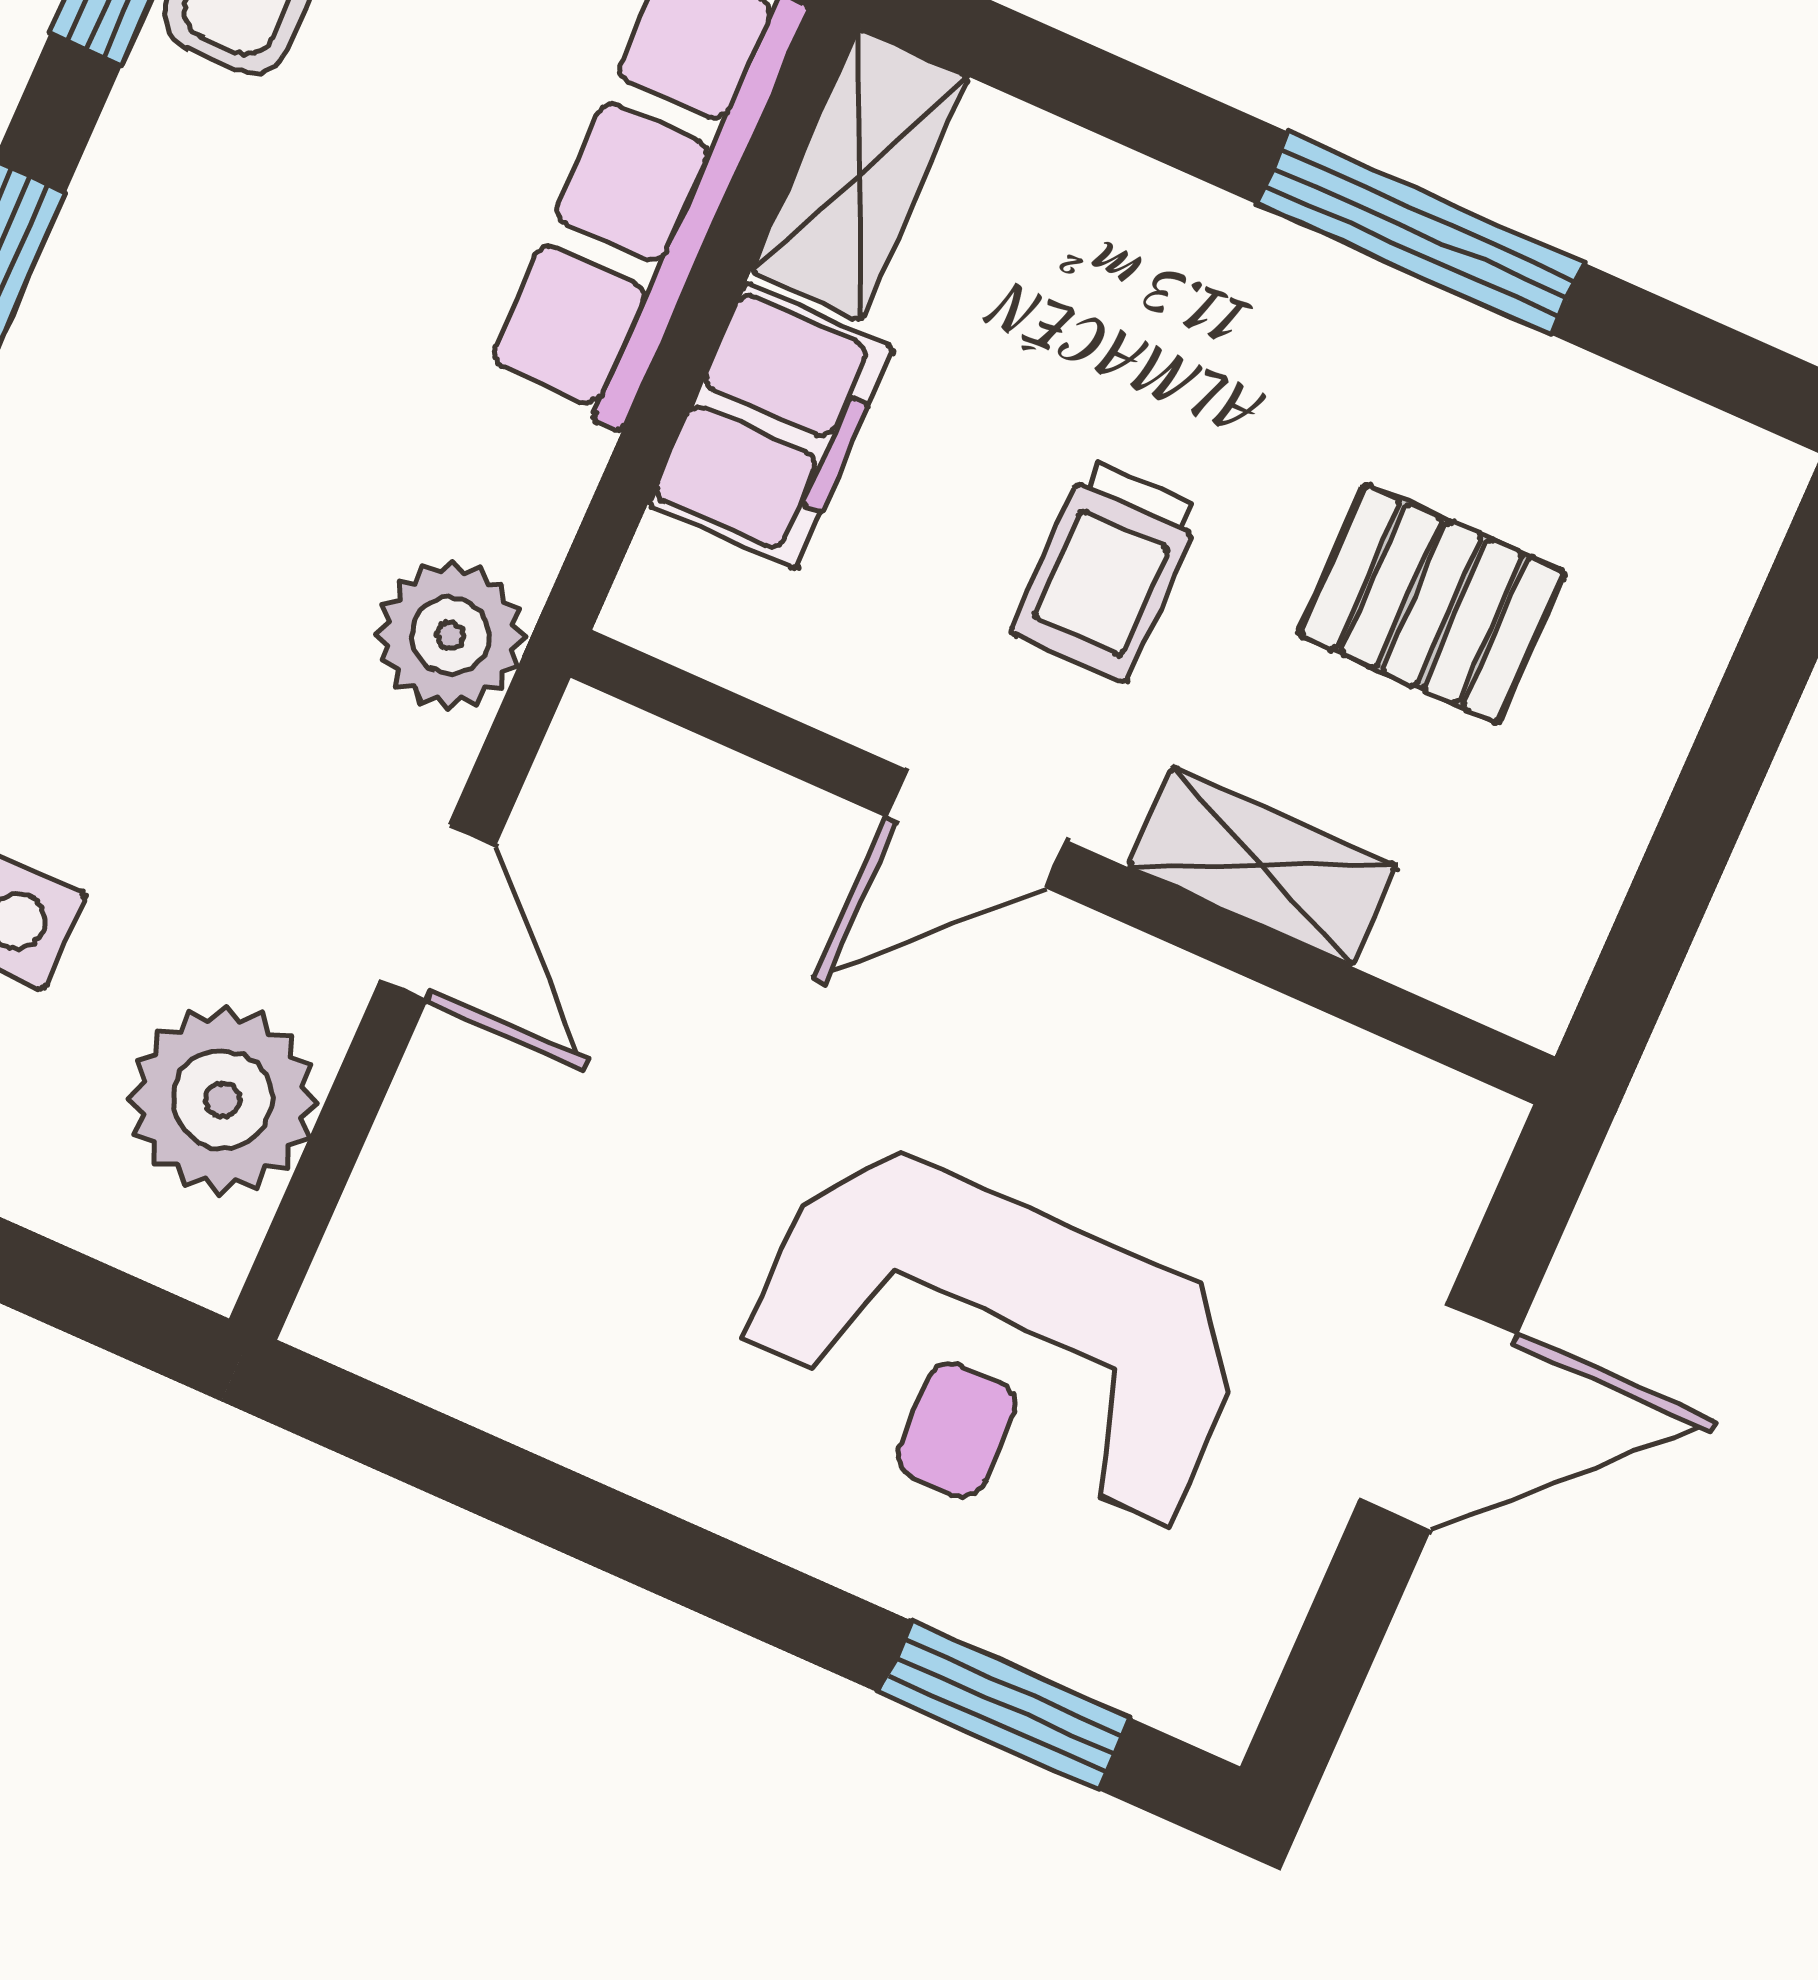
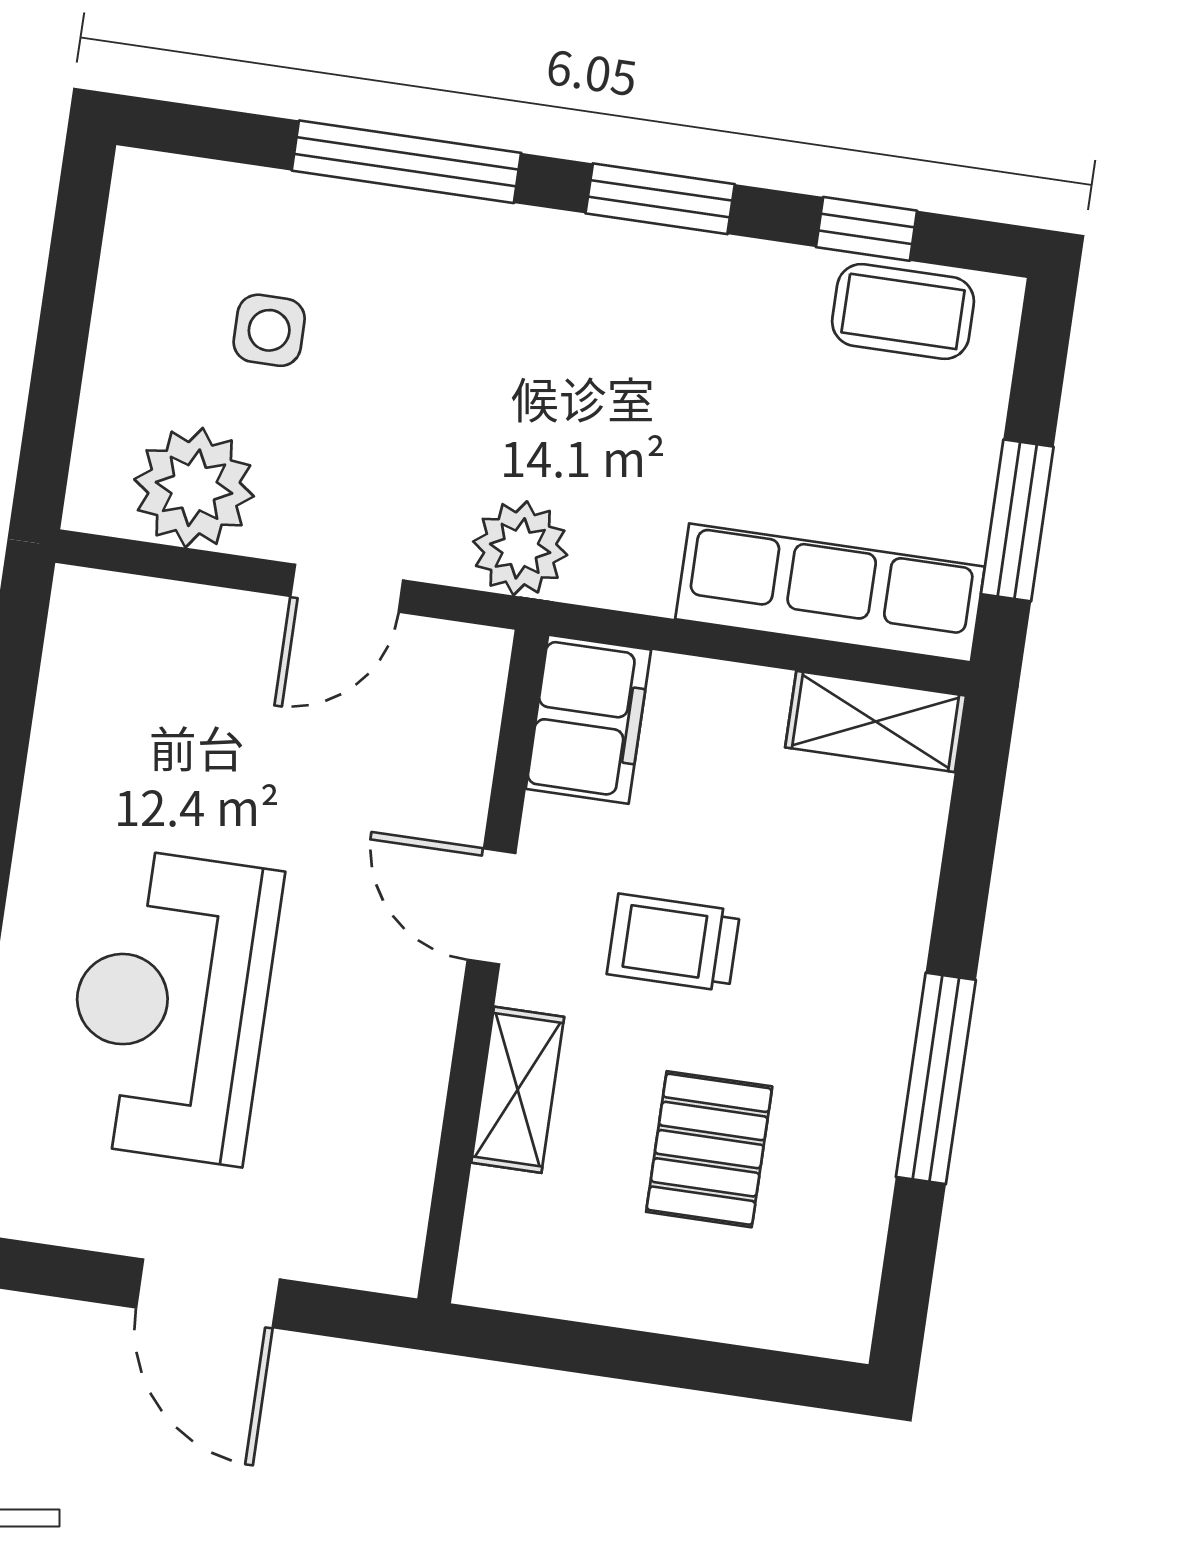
filing cabinet: (771, 426) -> (588, 719), moved, turned -90

